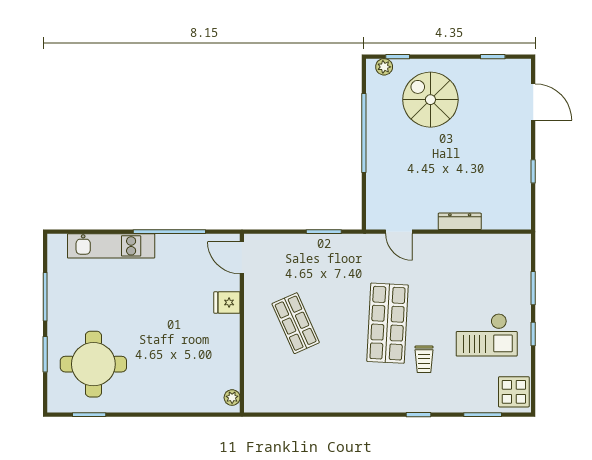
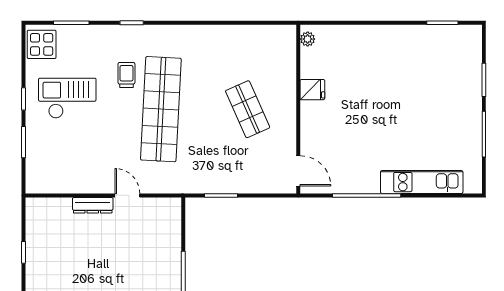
door: (399, 232) -> (127, 195), moved
fridge: (227, 302) -> (312, 90), moved
shop shelf: (387, 323) -> (161, 109), width x1.40
round table: (93, 364) -> (438, 71), removed

